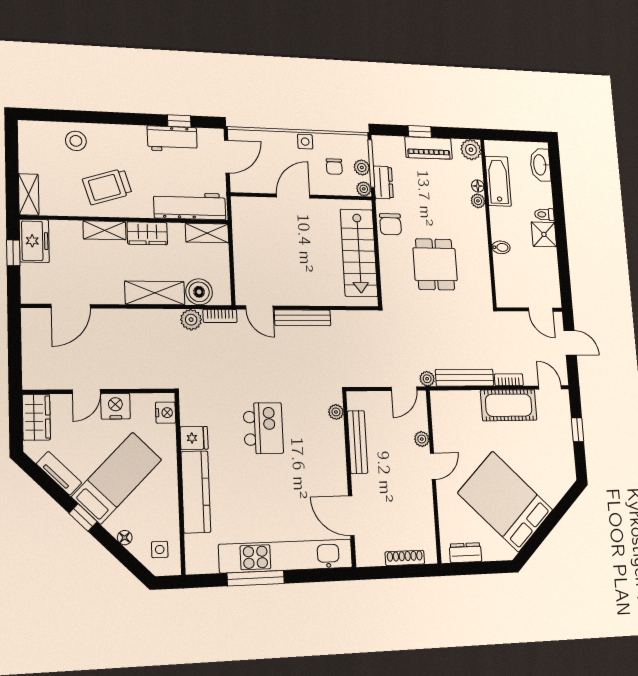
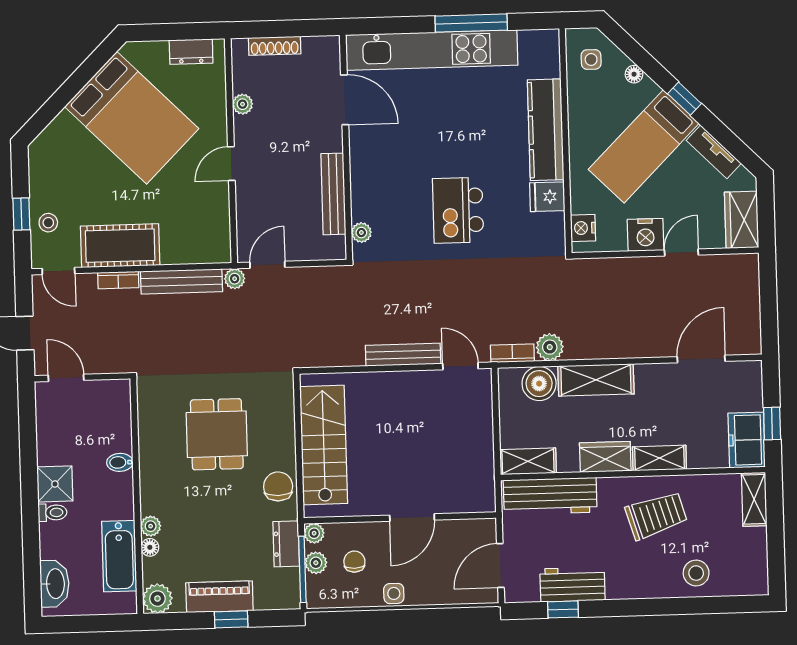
stool: (559, 423) -> (48, 223), added
plant: (422, 439) -> (243, 104), moved

